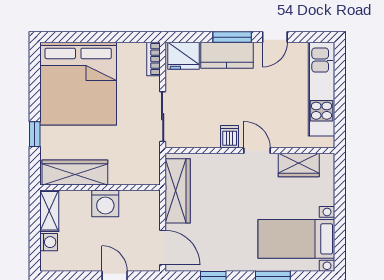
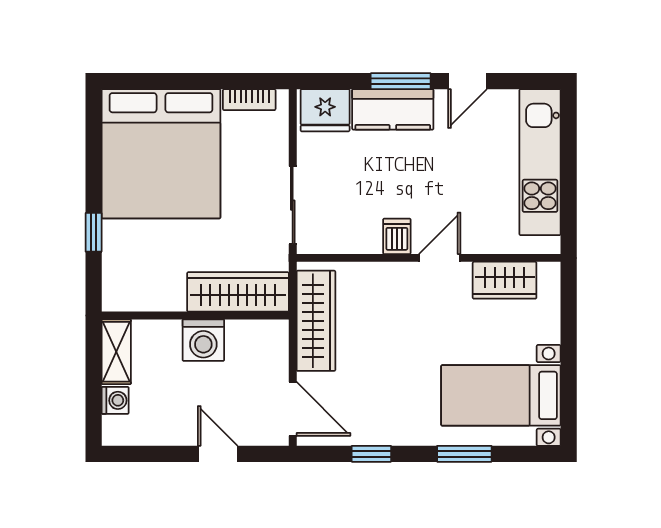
bookcase: (154, 59) -> (249, 100), moved, turned -90
door: (257, 151) -> (440, 258), hinge flipped
wardrobe: (75, 172) -> (238, 292), moved

